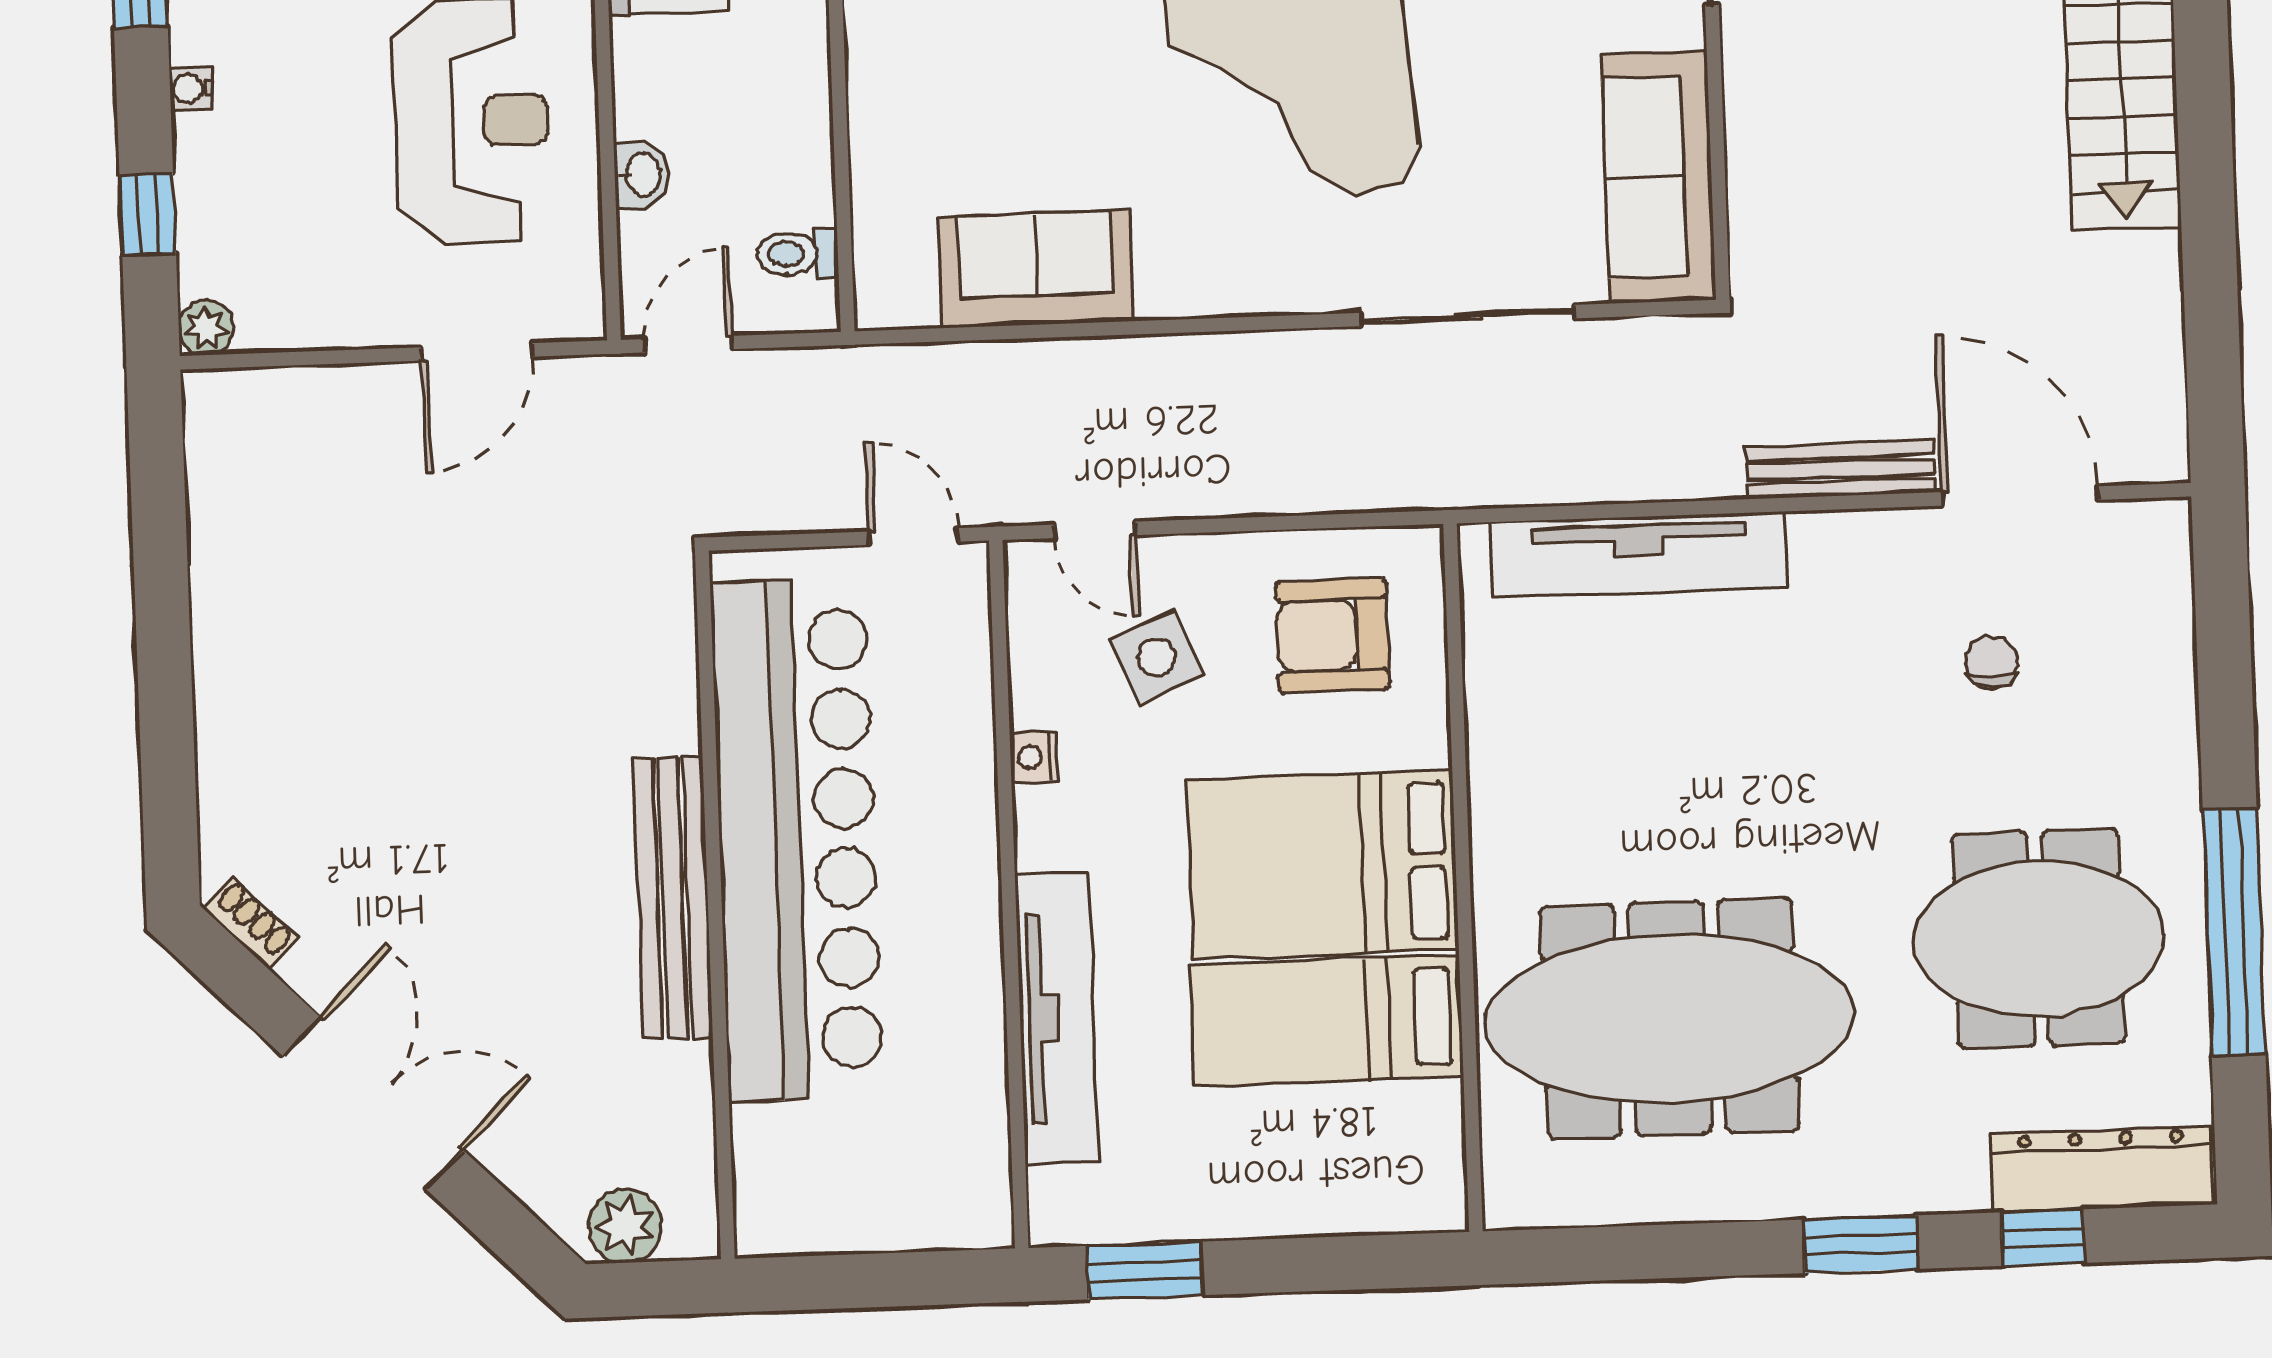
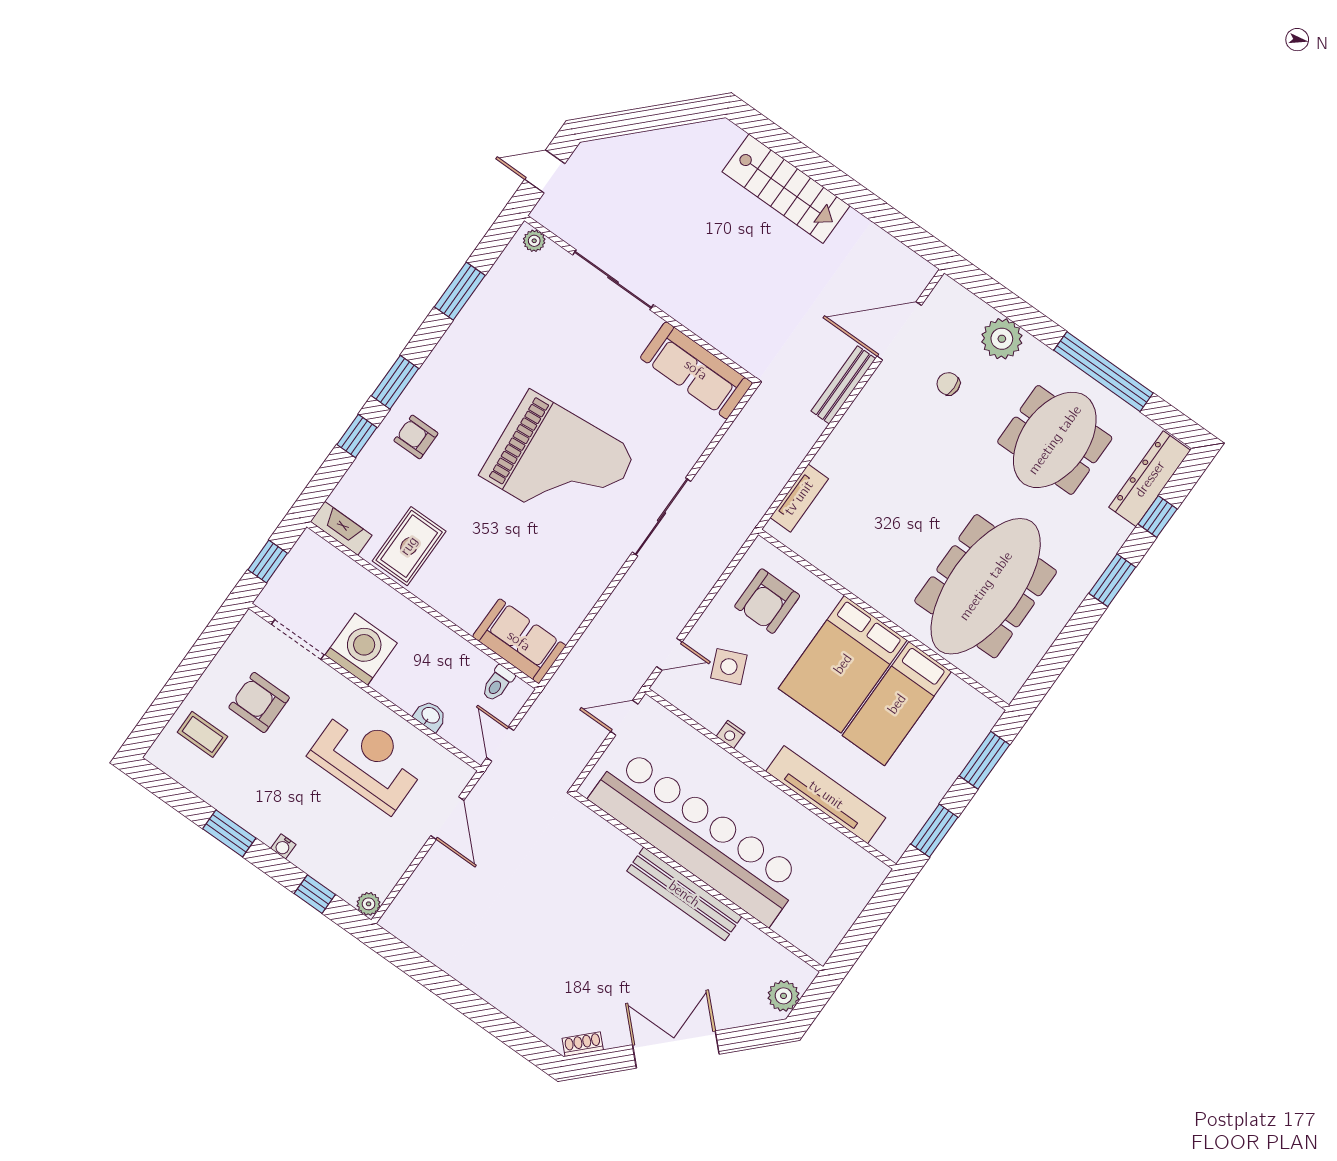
sofa: (1036, 269) -> (519, 641), moved, turned 90
sliding door: (1468, 316) -> (662, 517), moved
tv unit: (1639, 554) -> (799, 498), width x0.52, depth x0.78
plant: (2151, 697) -> (1002, 339), added
window: (1346, 1263) -> (984, 760), added

